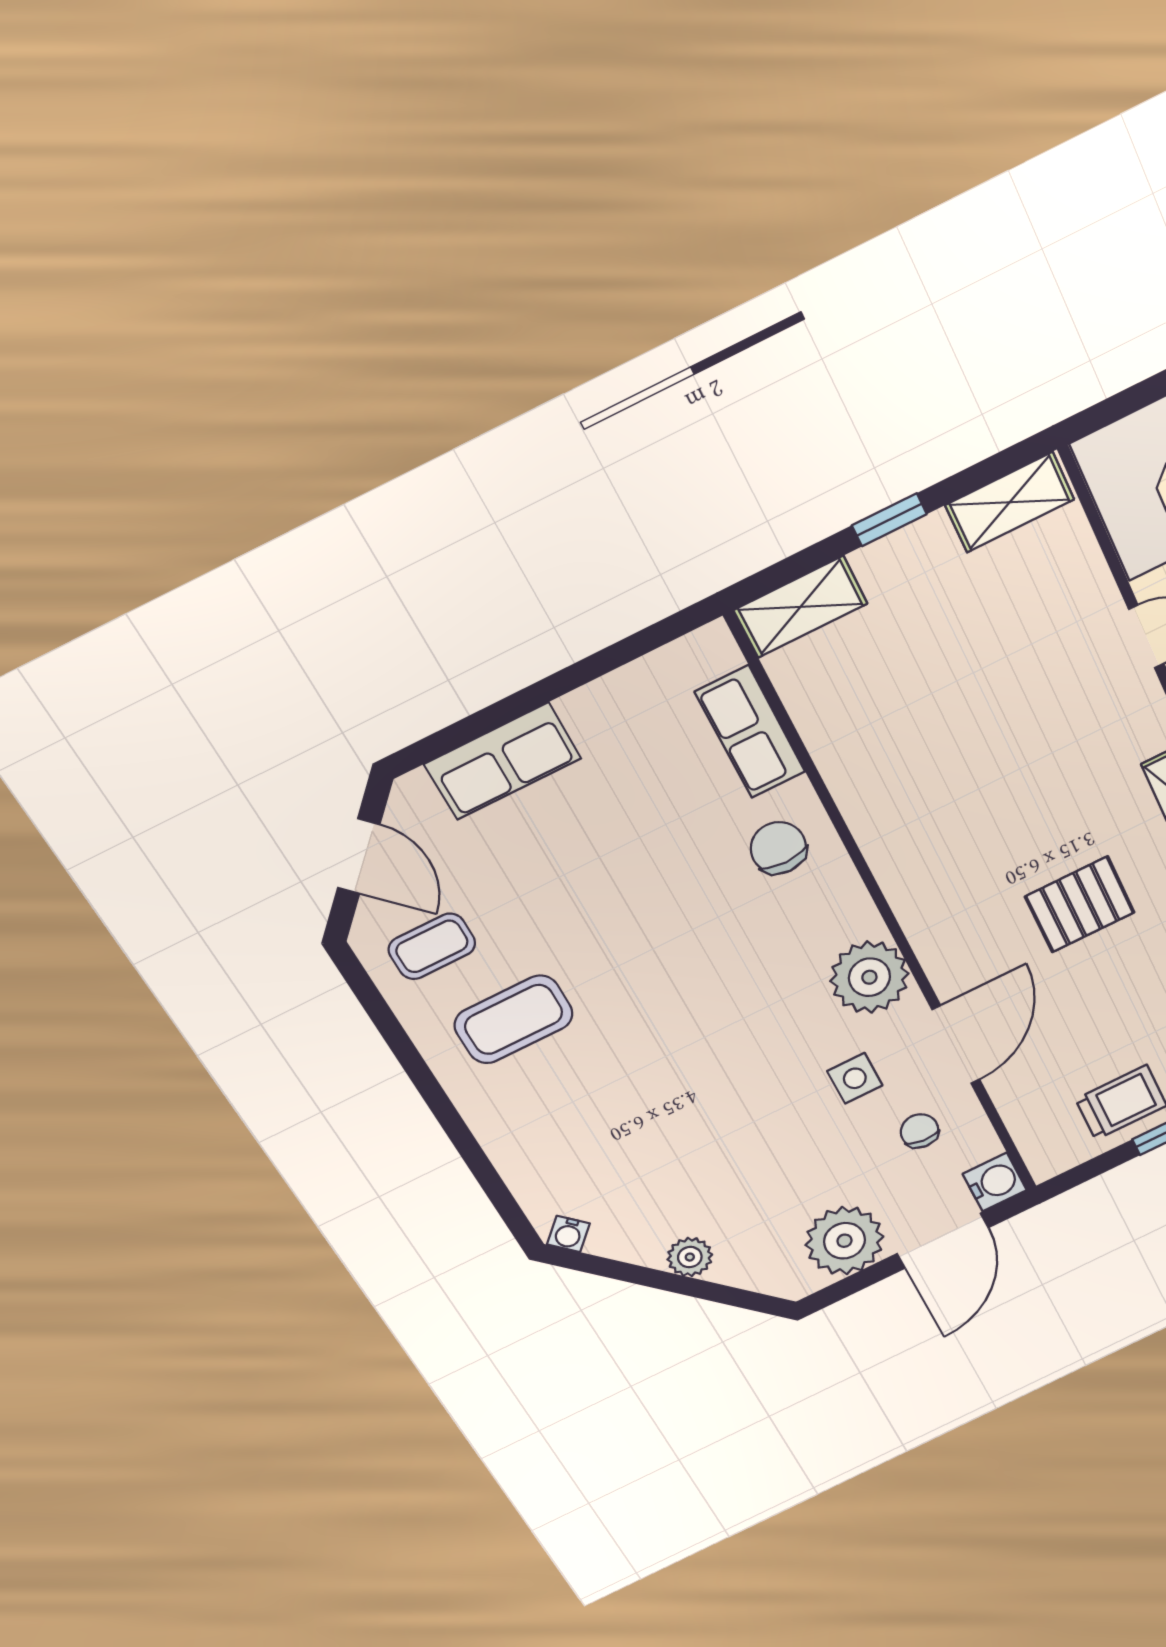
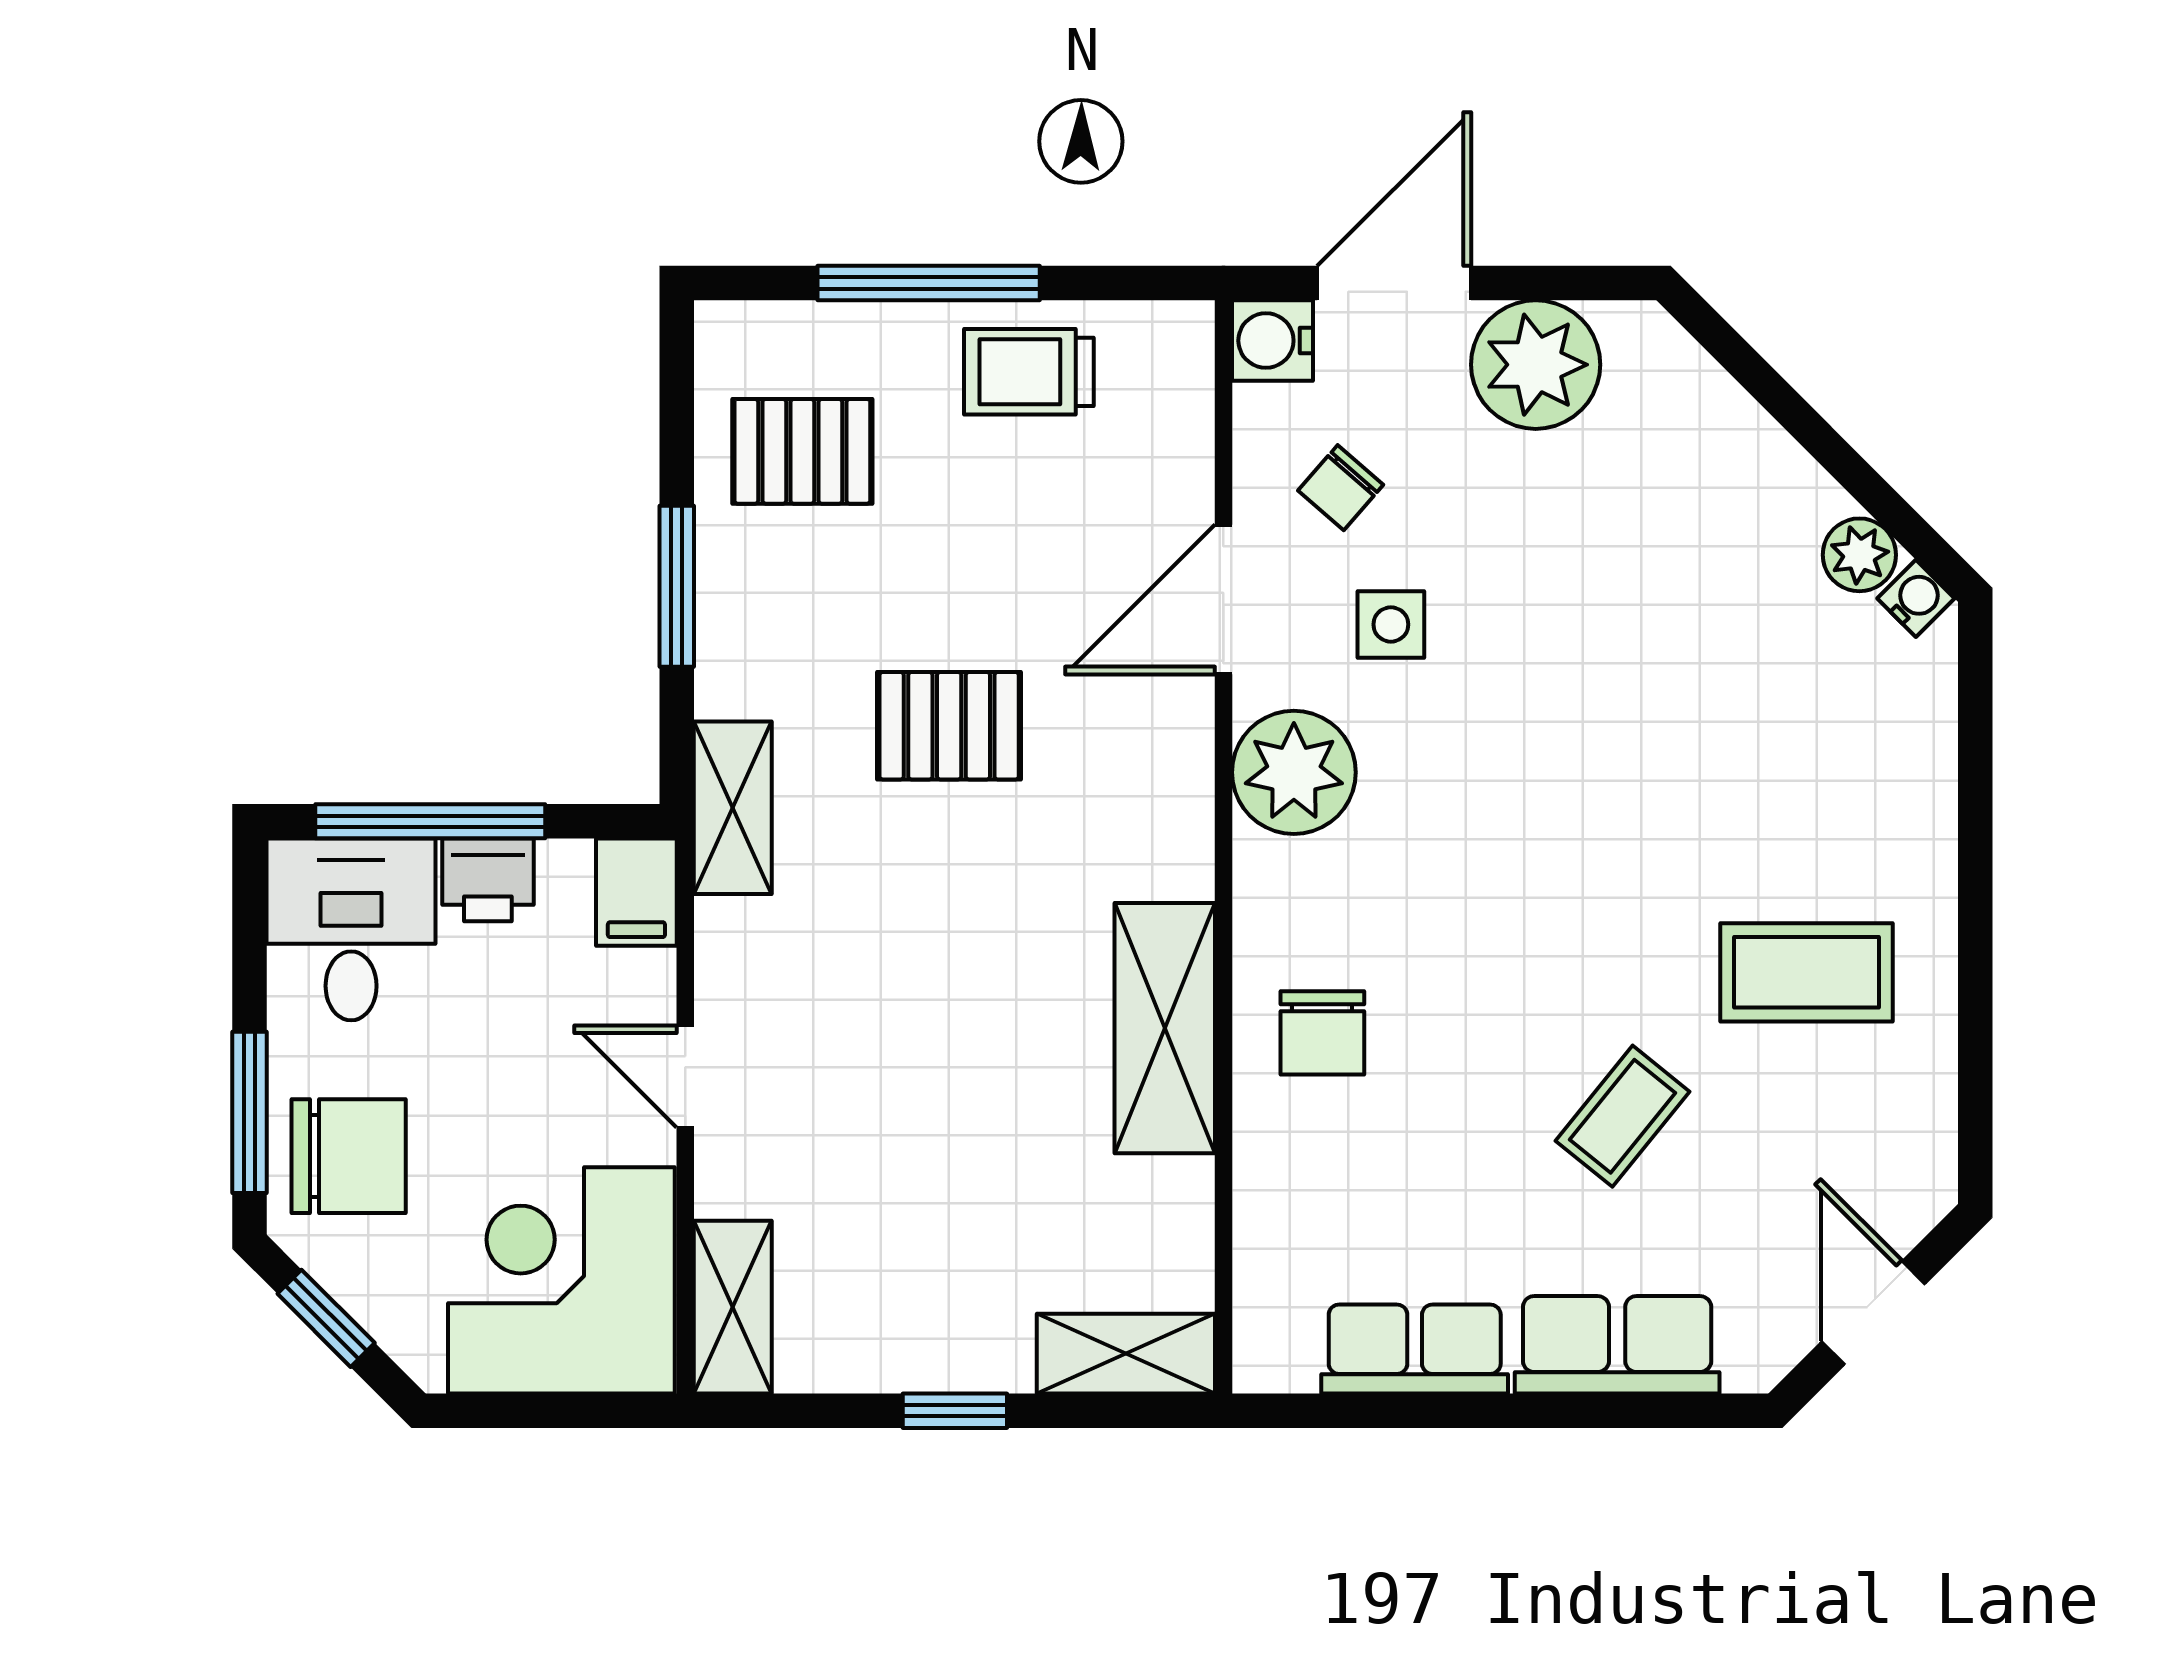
shelving: (1010, 502) -> (733, 1307), moved, turned 90
row of seats: (750, 732) -> (1415, 1349), moved, turned -90
shelving: (873, 805) -> (1165, 1028), added
coffee table: (432, 946) -> (1622, 1116), moved, turned -51
chair: (920, 1131) -> (1341, 488), turned 36
plant: (690, 1257) -> (1859, 555), moved

